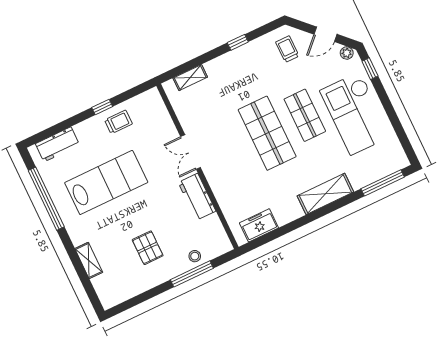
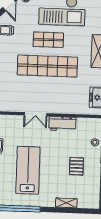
shop shelf: (267, 133) -> (47, 66), width x1.40
pallet: (148, 248) -> (76, 166), turned 90

